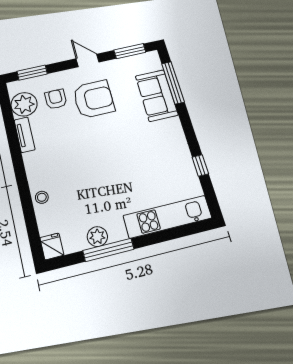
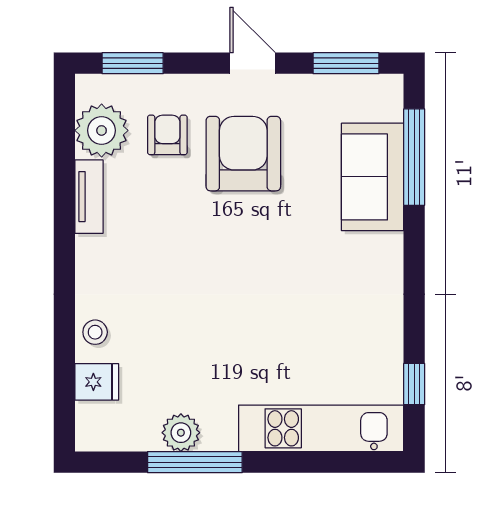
armchair: (94, 99) -> (243, 154), turned -90
window: (200, 165) -> (414, 384), moved
fridge: (52, 246) -> (97, 382), moved, turned 90

